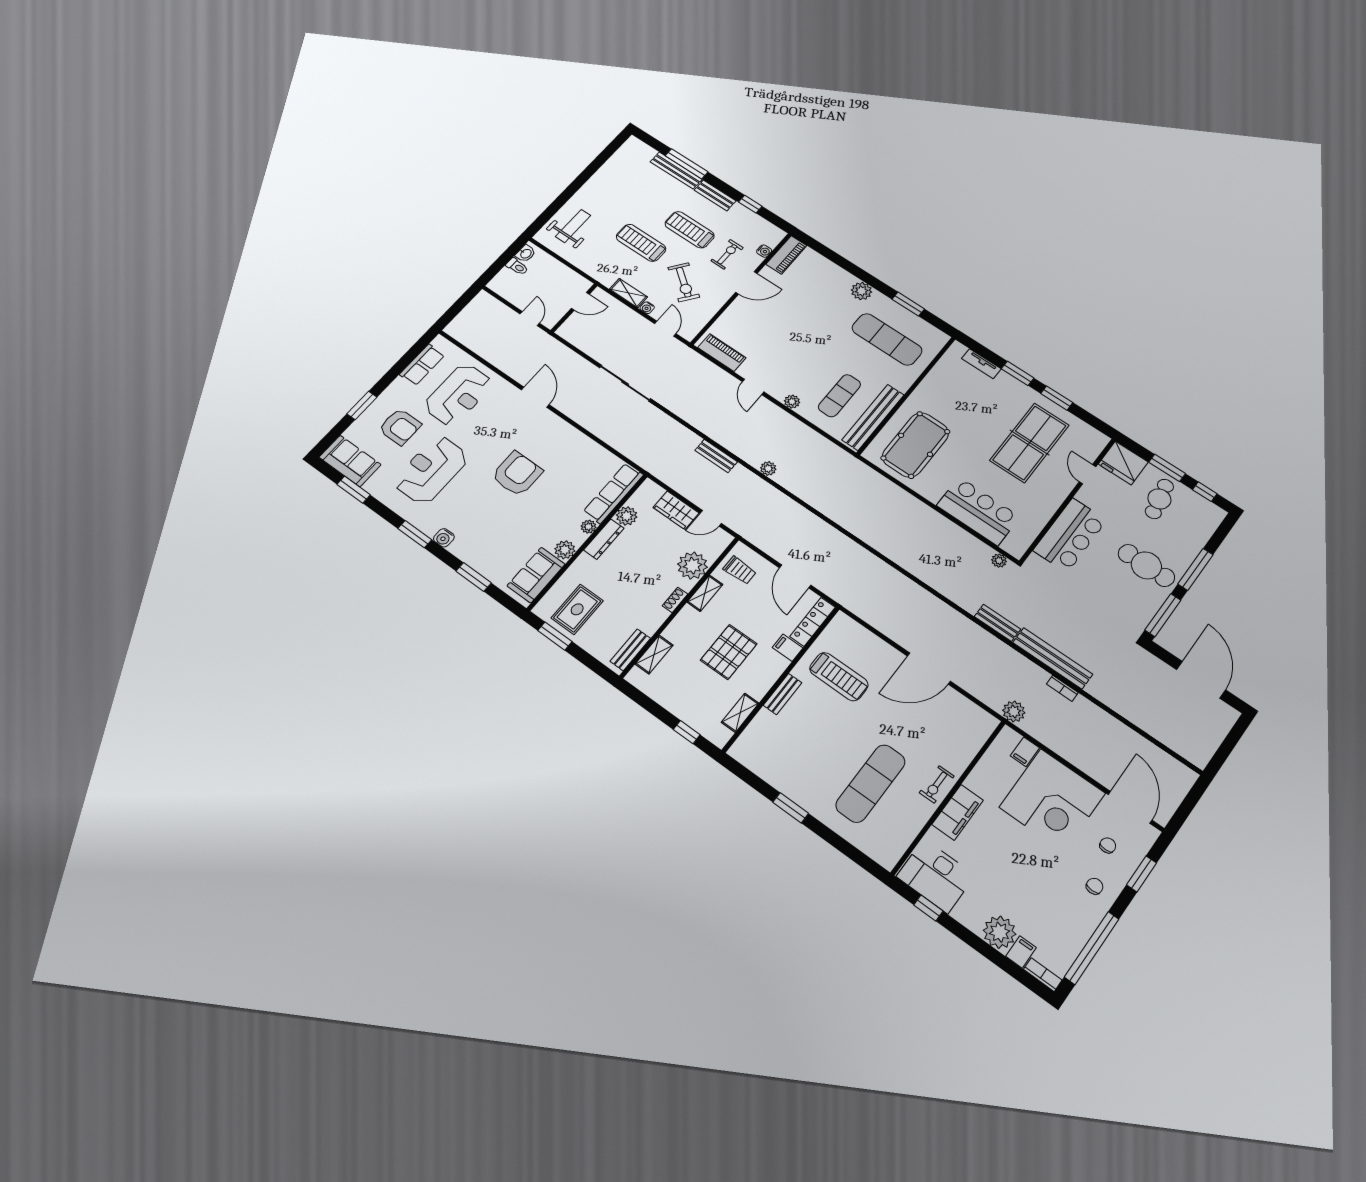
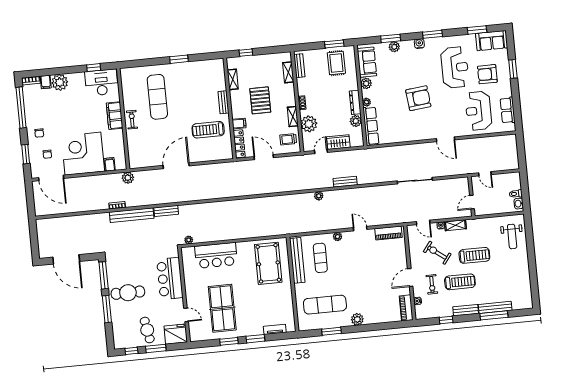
armchair: (517, 474) -> (418, 98), turned -96
plant: (480, 563) -> (394, 47), added

